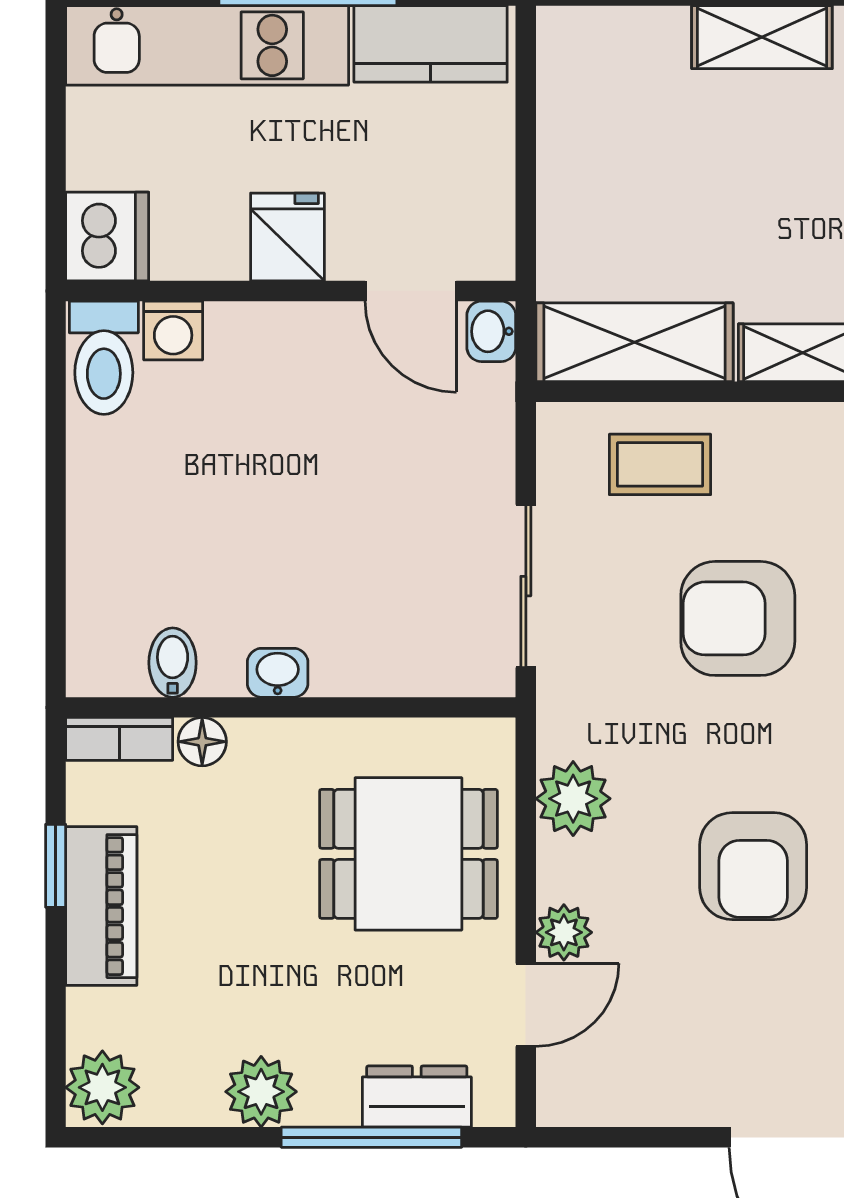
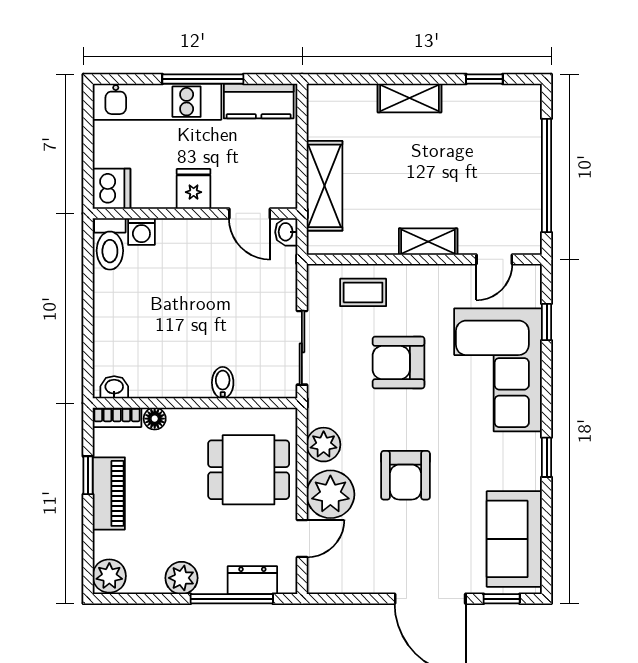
shelving: (634, 342) -> (325, 186), moved, turned 90
bidet: (173, 663) -> (223, 383), moved
washbasin: (278, 673) -> (114, 387), moved
plant: (564, 932) -> (330, 494), width x1.87, depth x1.87

